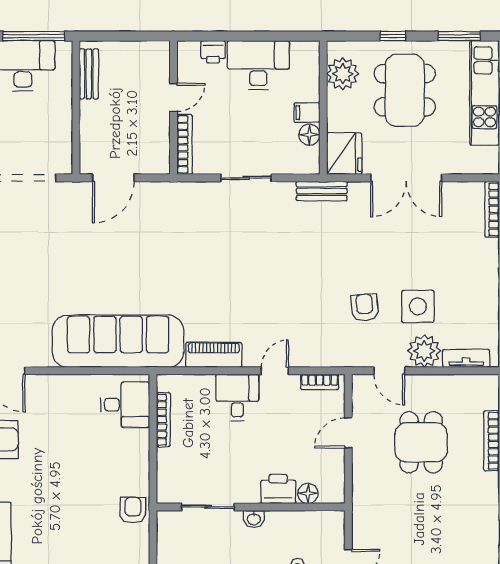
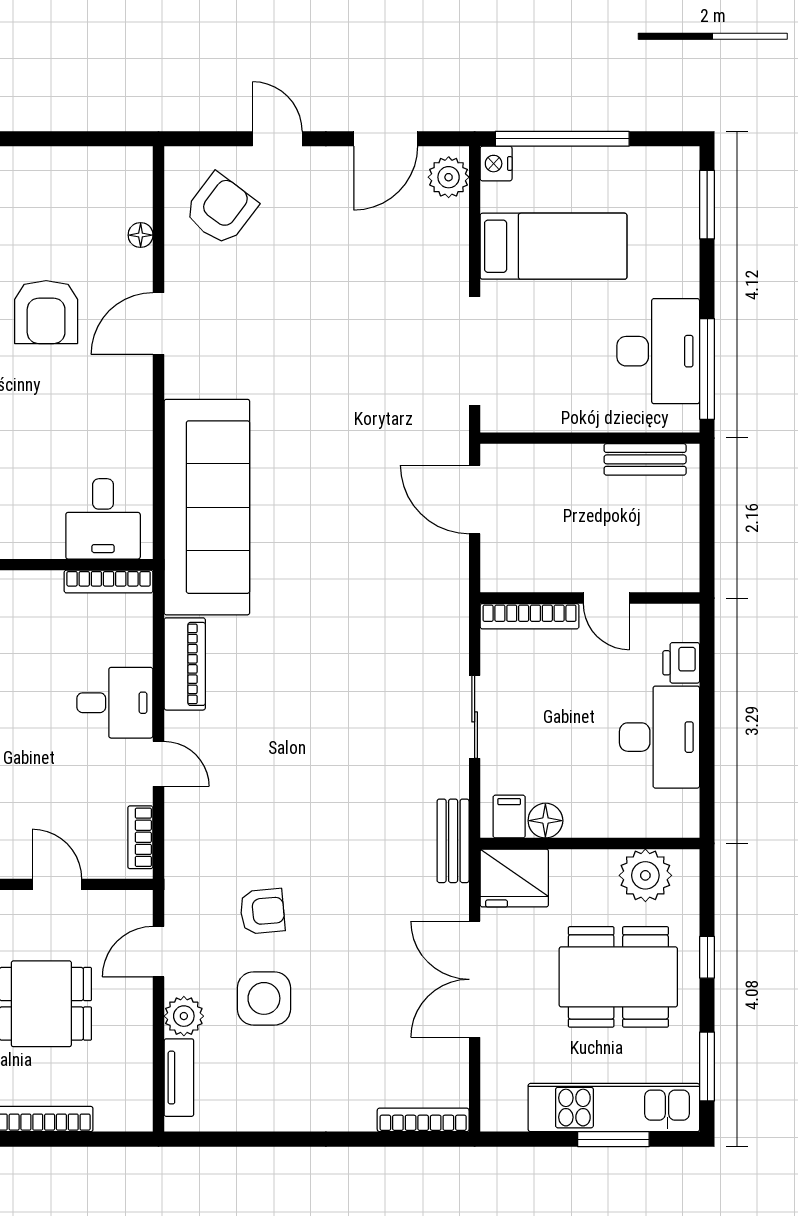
filing cabinet: (307, 112) -> (509, 817), moved
plant: (424, 351) -> (184, 1016), width x0.73, depth x0.73
bookcase: (163, 420) -> (109, 582), moved

